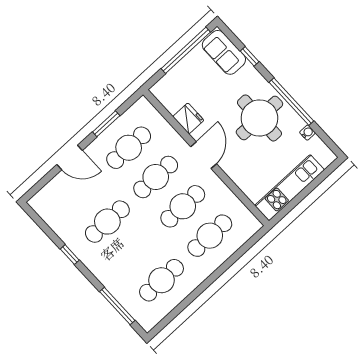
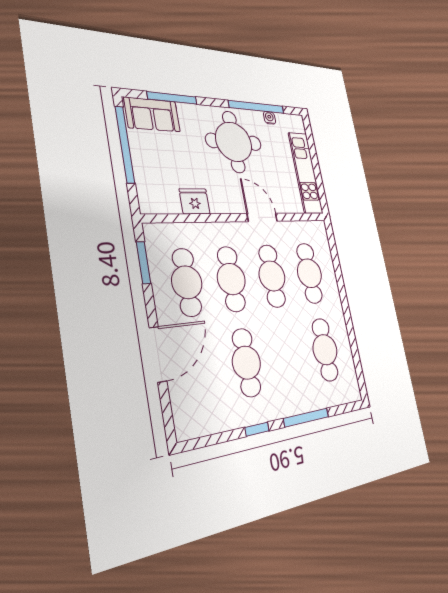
window: (250, 56) -> (172, 98), width x2.17
window: (291, 102) -> (257, 107), moved
window: (106, 124) -> (144, 263), moved
door: (204, 155) -> (262, 217), moved
door: (70, 157) -> (158, 354), width x1.36
window: (117, 306) -> (306, 418), moved

